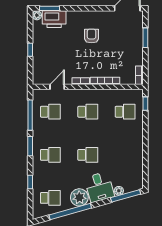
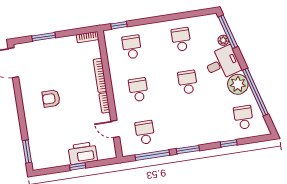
plant: (37, 15) -> (37, 165), removed
printer: (54, 19) -> (83, 153), moved, turned -90
school desk: (50, 155) -> (181, 39), moved

